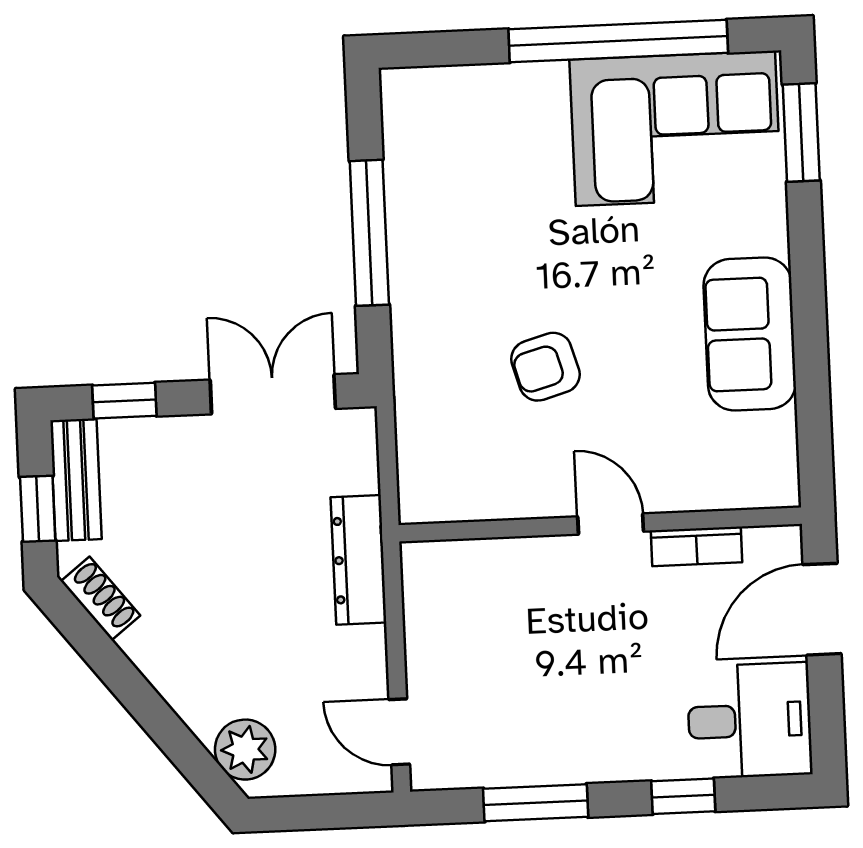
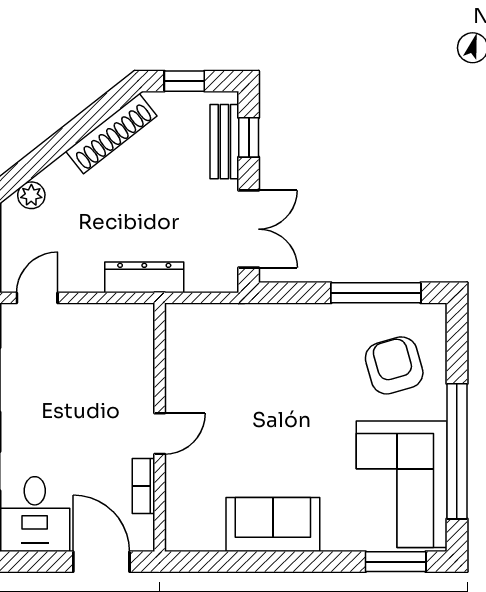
window: (369, 233) -> (376, 293), moved
armchair: (545, 367) -> (394, 365), moved, width x1.38, depth x1.38
bench: (76, 480) -> (224, 142), moved, turned 90
shoe rack: (100, 598) -> (111, 134), width x1.94, depth x1.24
plant: (245, 750) -> (31, 195), width x0.73, depth x0.73

